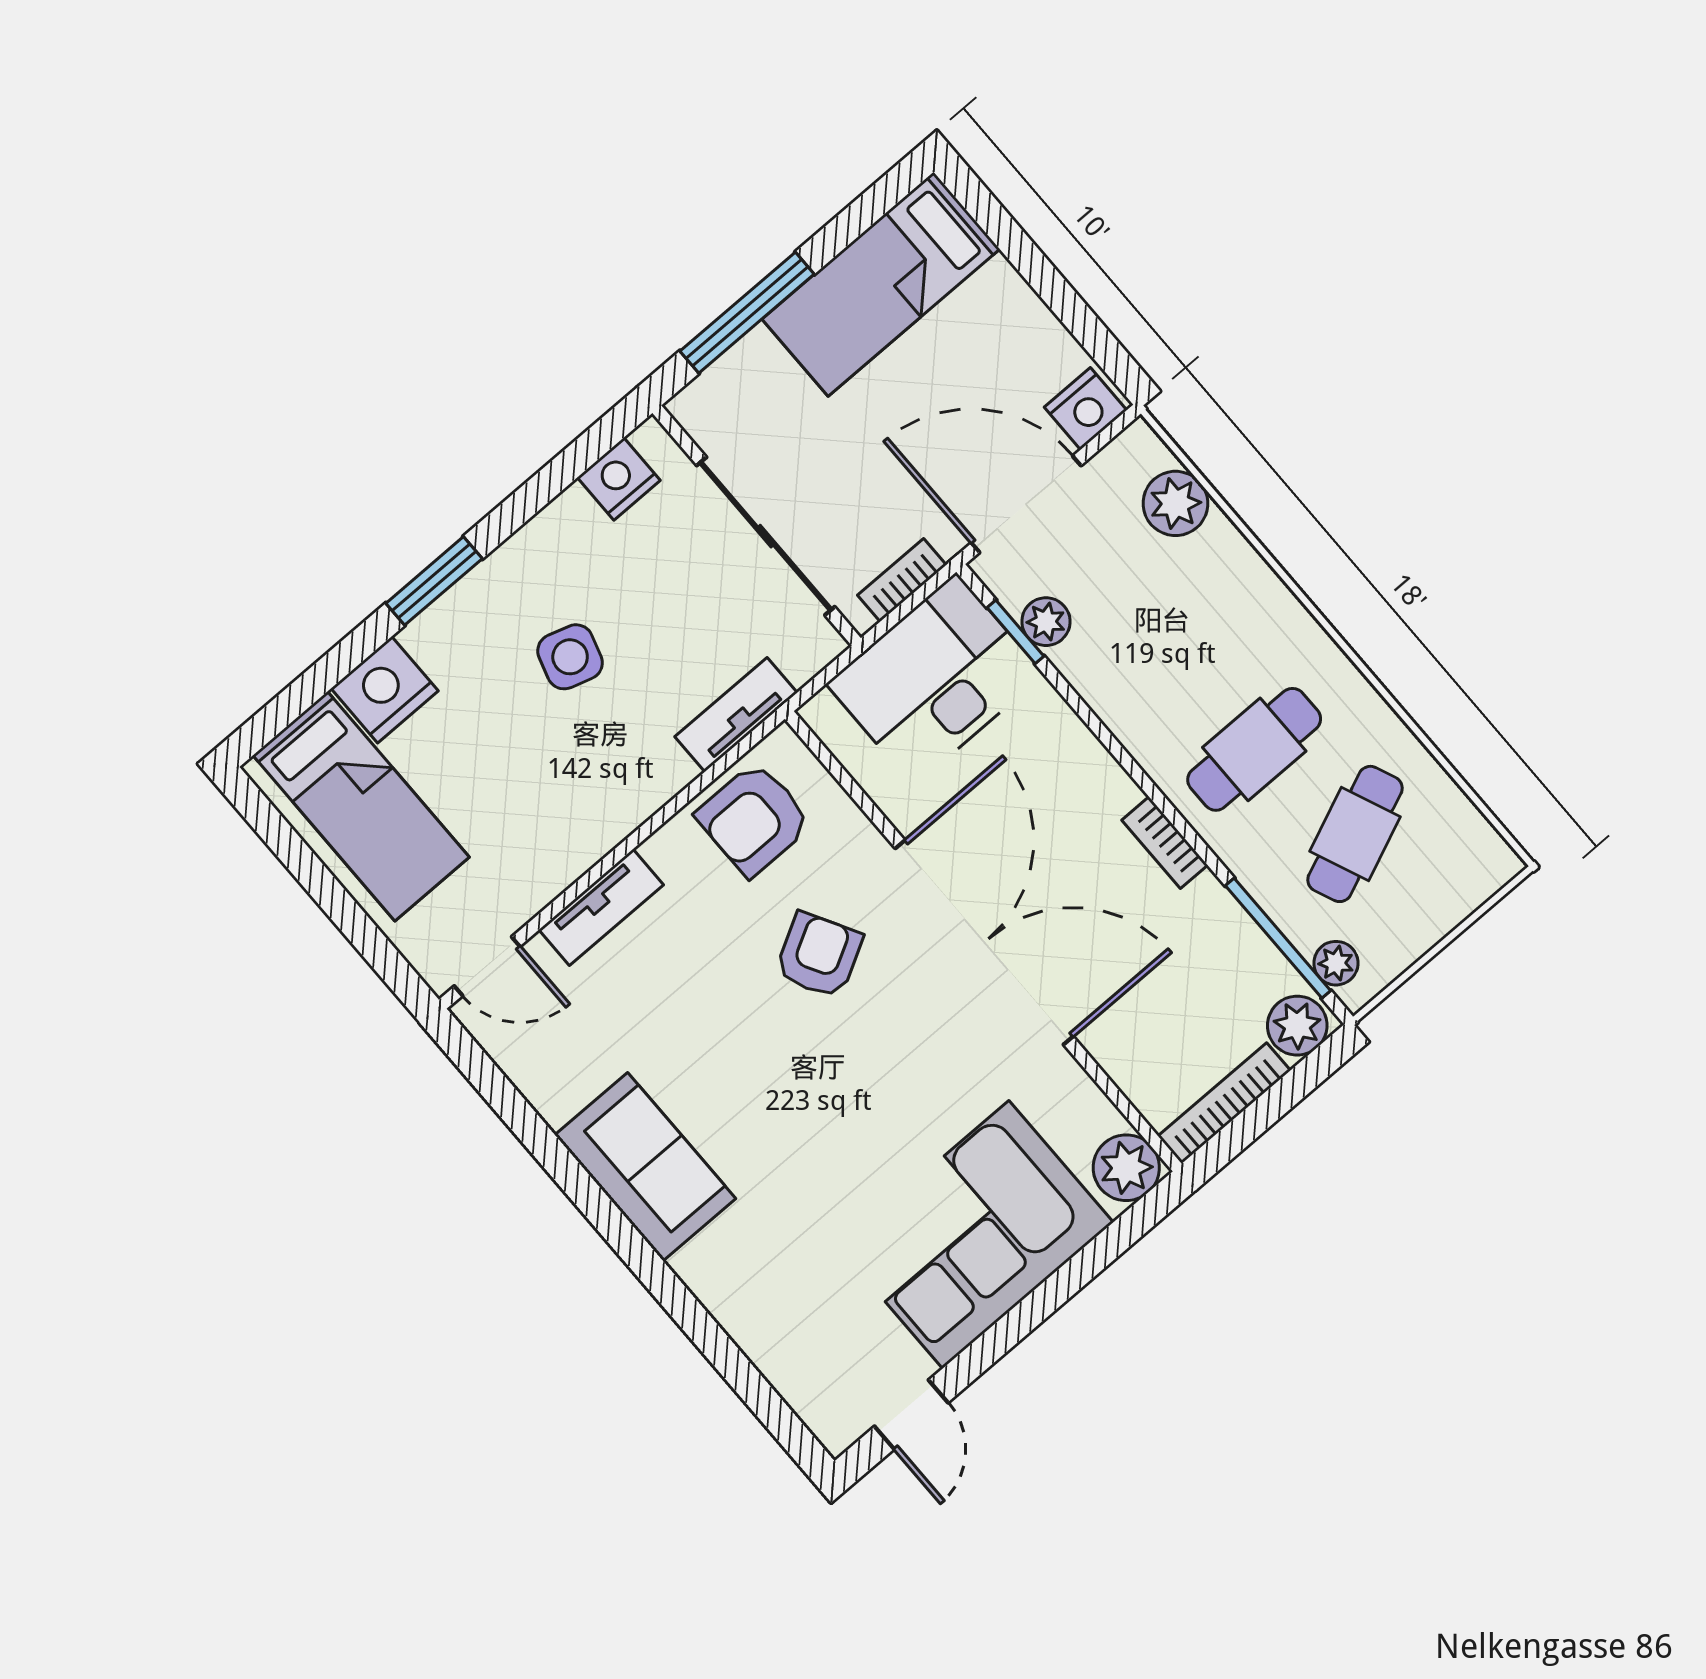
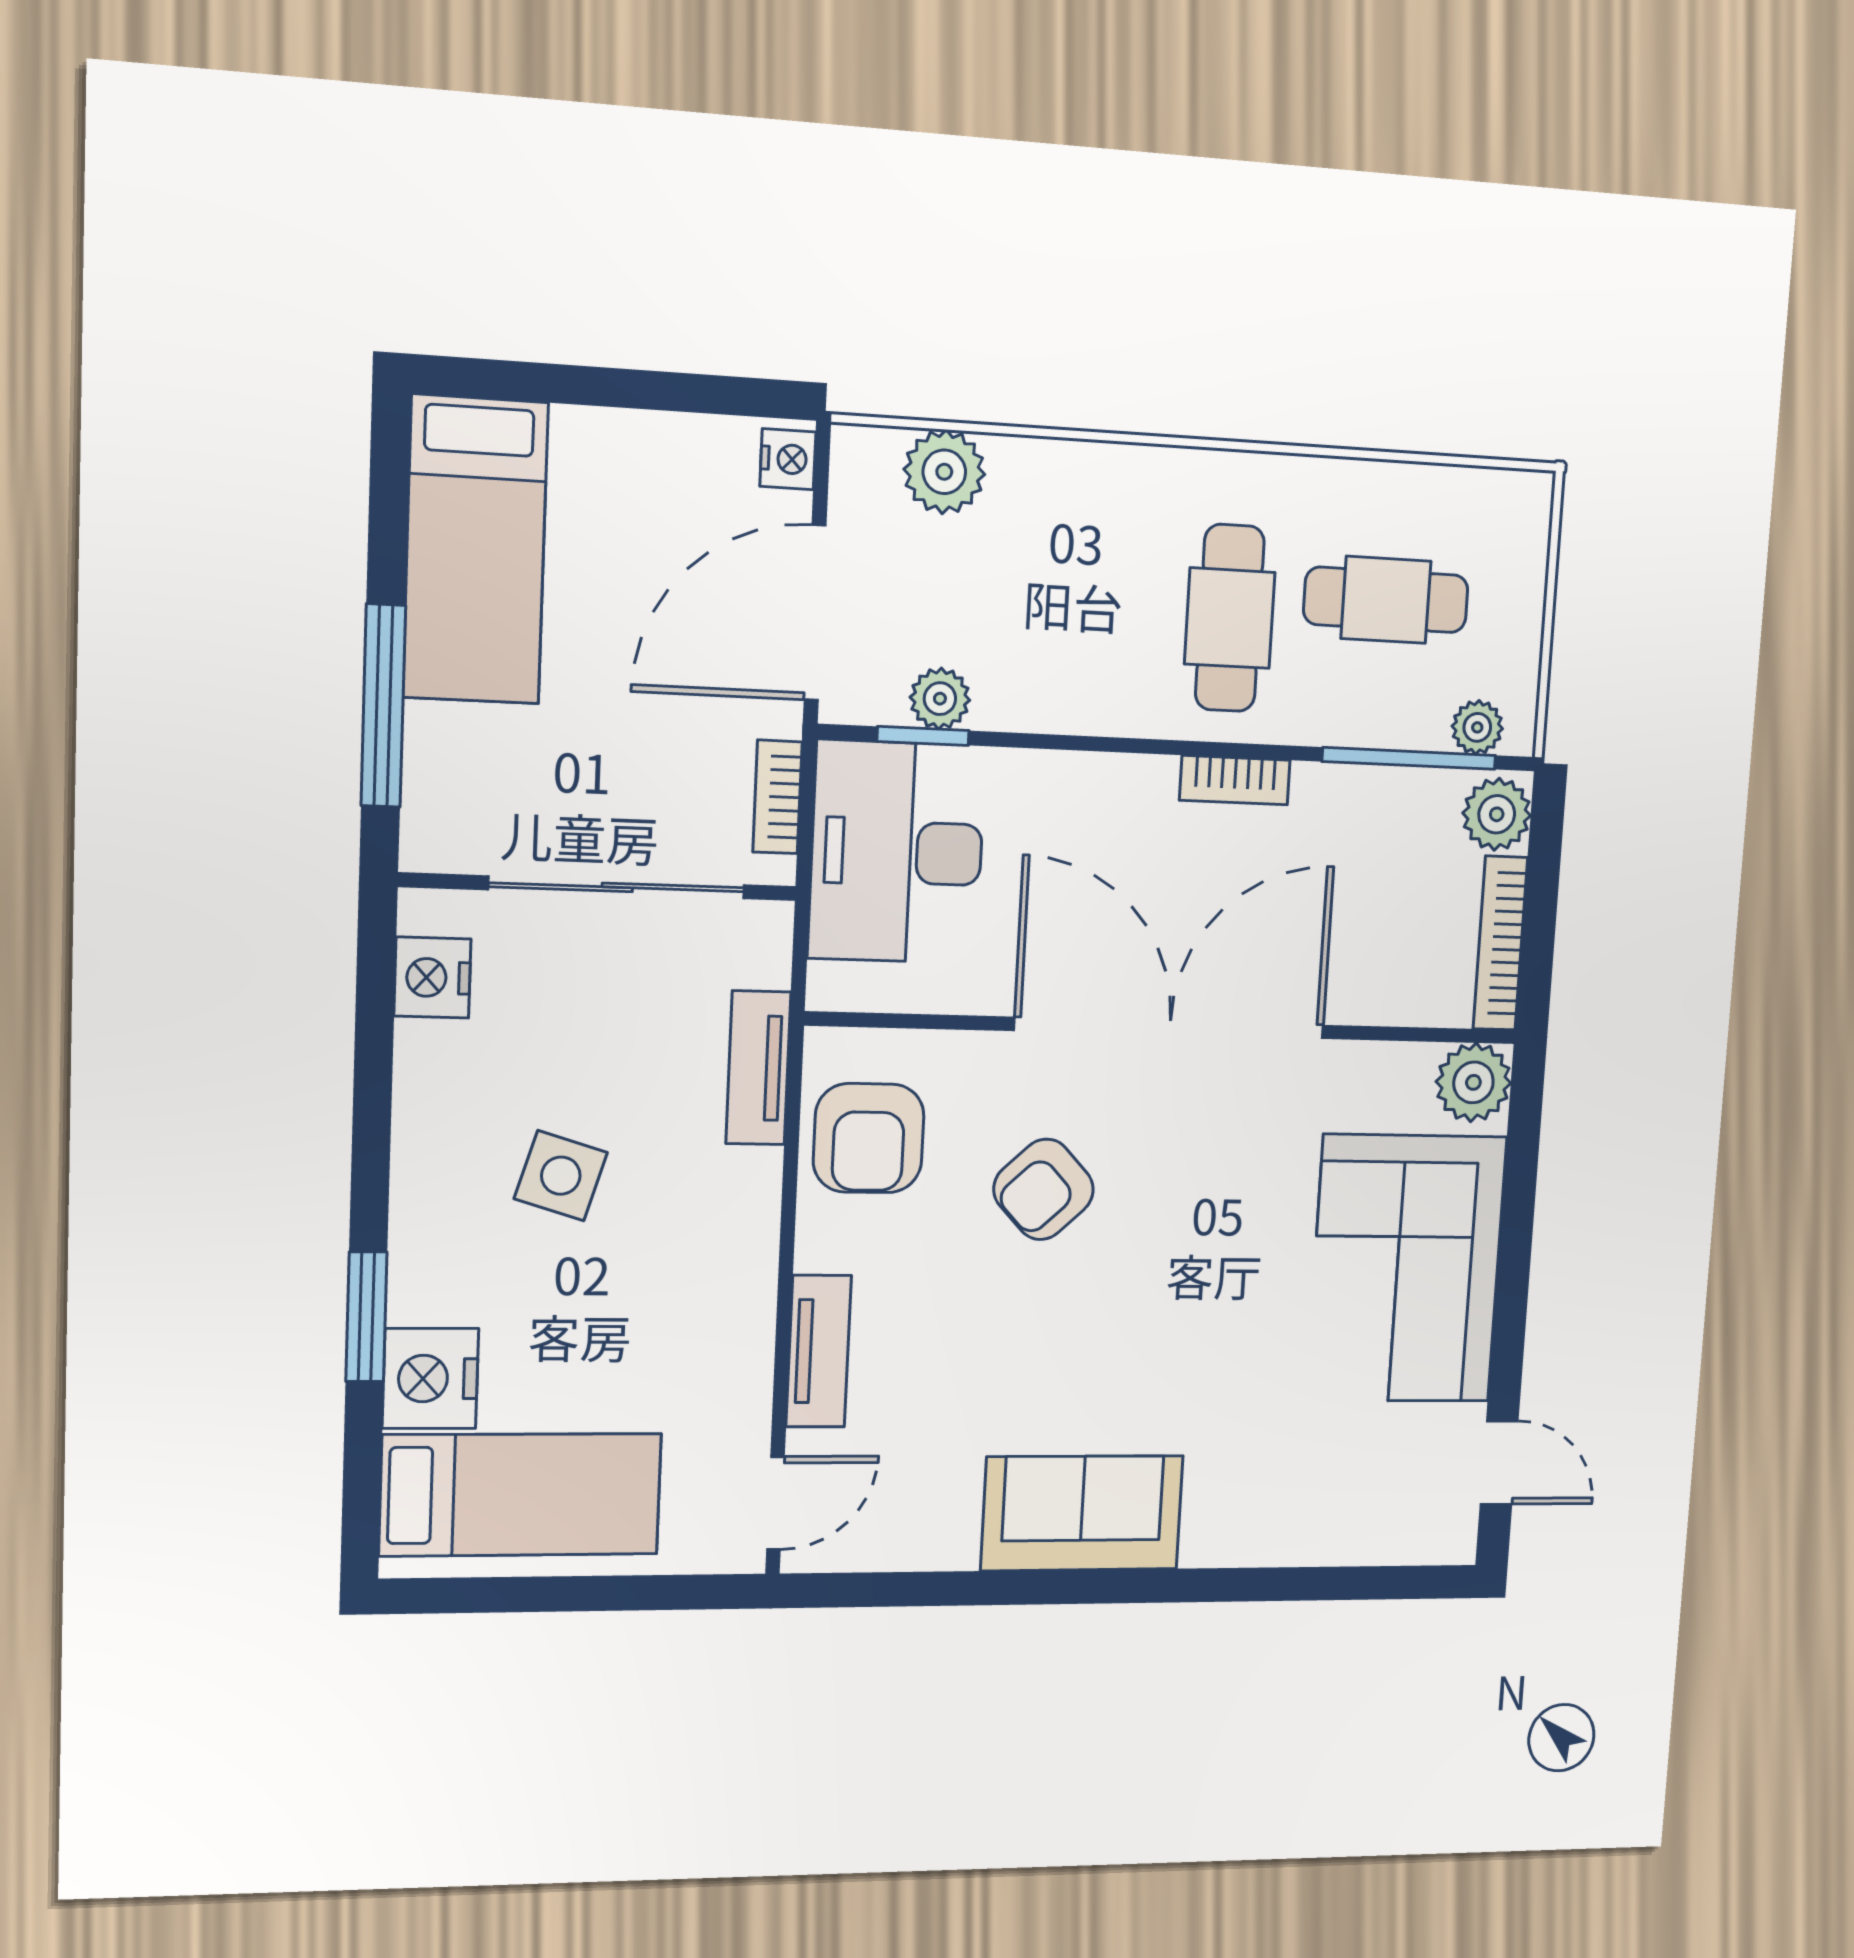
nightstand: (1086, 409) -> (788, 459), width x0.72, depth x0.74
window: (434, 581) -> (366, 1317), moved
cafe table: (1355, 834) -> (1386, 600), turned -67
armchair: (819, 955) -> (1044, 1189), turned -104

